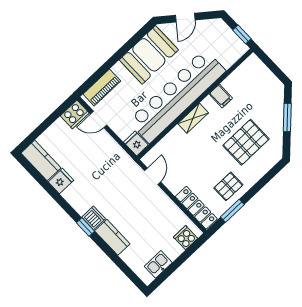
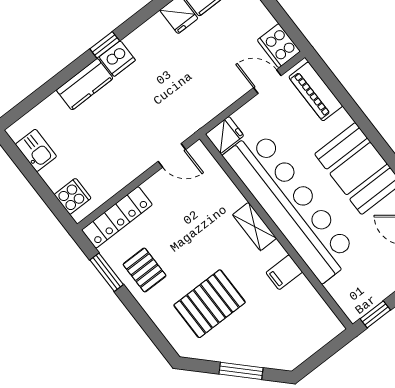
door: (99, 119) -> (267, 82), hinge flipped
pallet: (246, 142) -> (210, 304), turned 90

